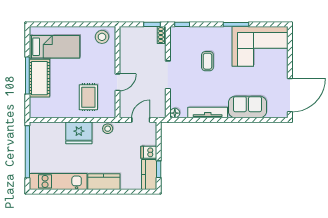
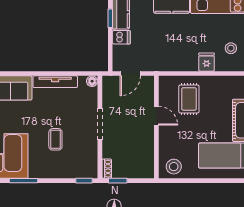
door: (117, 82) -> (156, 116), swing flipped
stool: (108, 129) -> (231, 48), moved
fridge: (79, 133) -> (207, 62), width x0.53, depth x0.75

